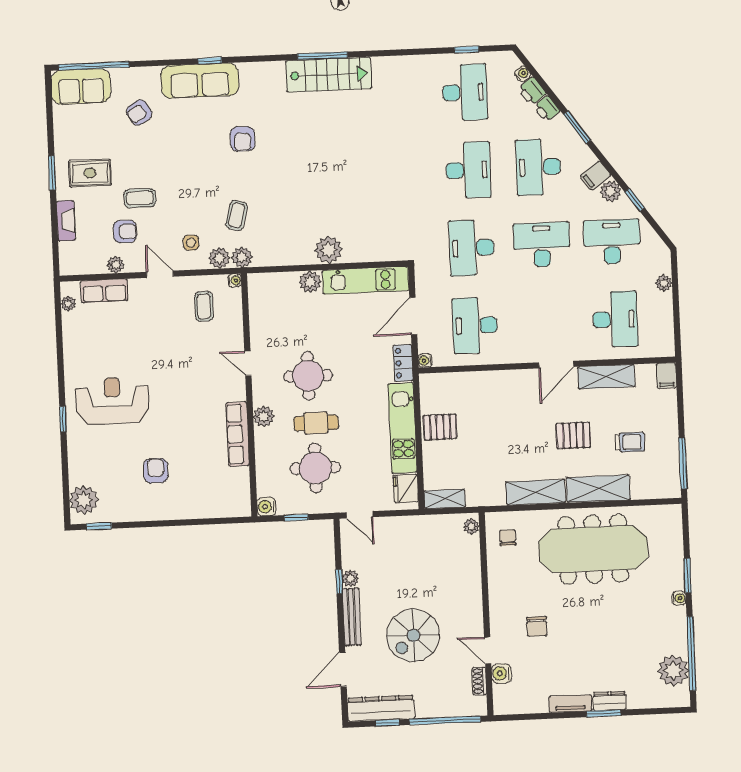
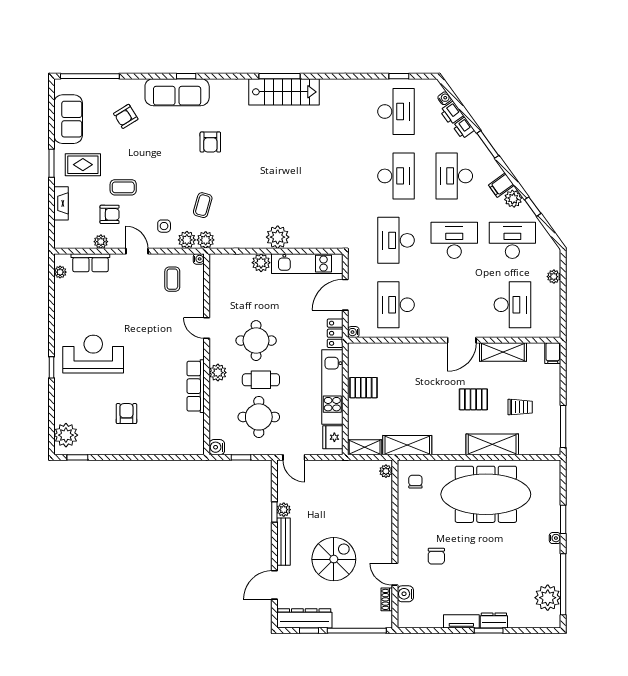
sofa: (81, 86) -> (68, 119), moved, turned -90
shelving: (536, 492) -> (407, 445), moved
spiral stairs: (413, 635) -> (334, 559), turned 180

